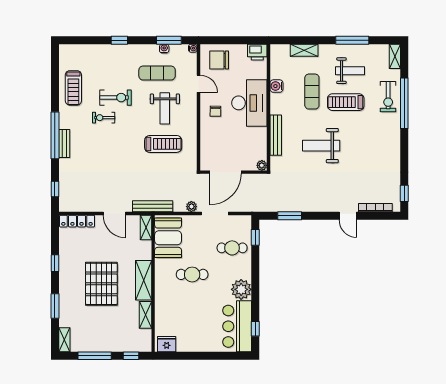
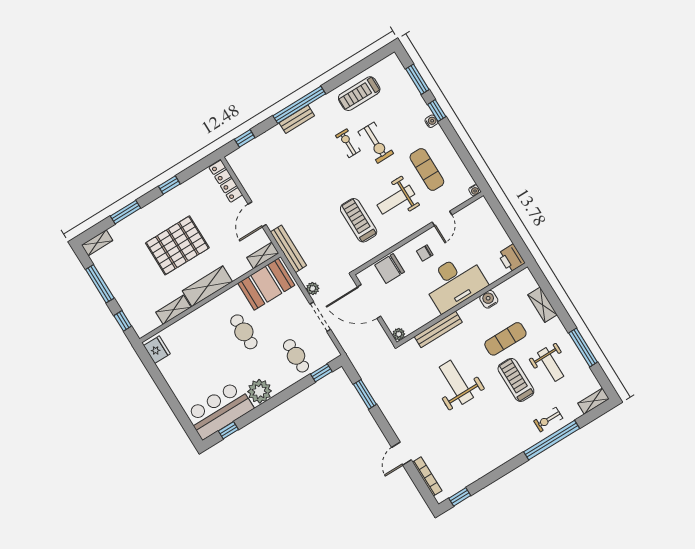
window: (169, 40) -> (417, 79), moved
water cooler: (164, 49) -> (431, 121), moved
chair: (219, 60) -> (390, 268), moved, turned -90
exercise bike: (388, 97) -> (548, 420), width x0.73, depth x0.72
treadmill: (163, 144) -> (359, 220), turned 180

